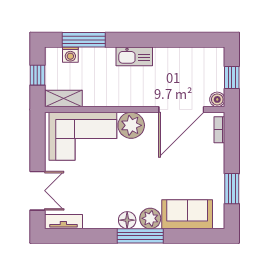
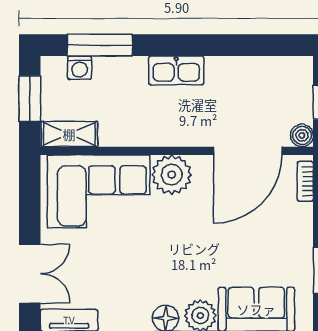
window: (37, 75) -> (30, 99), width x1.50

